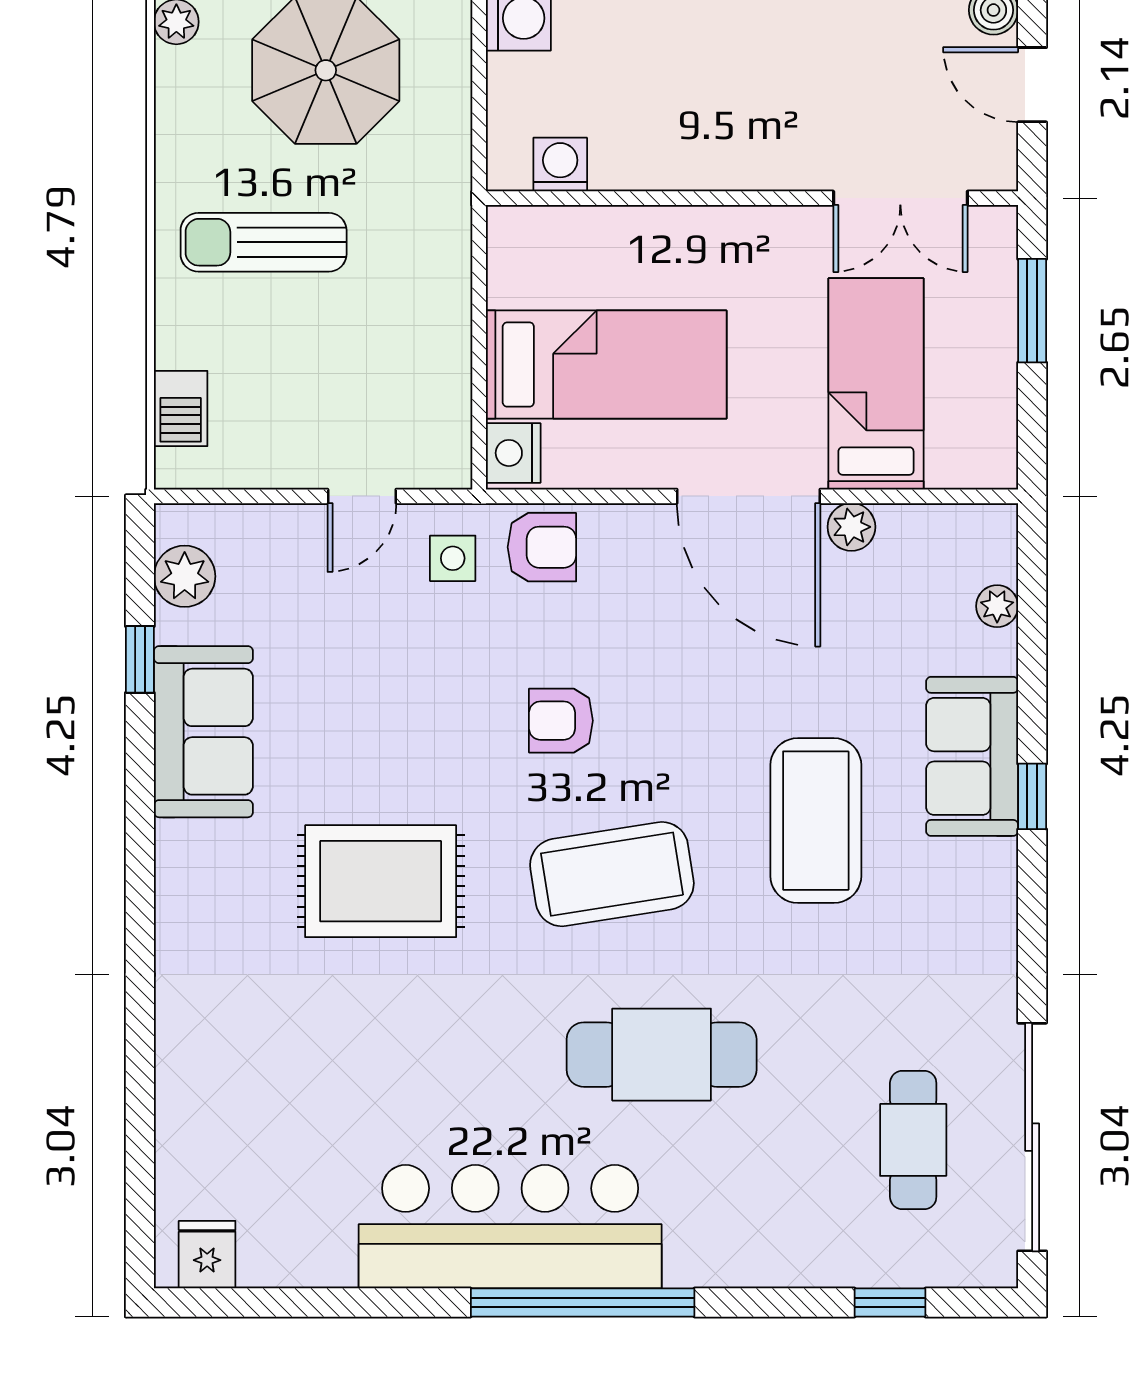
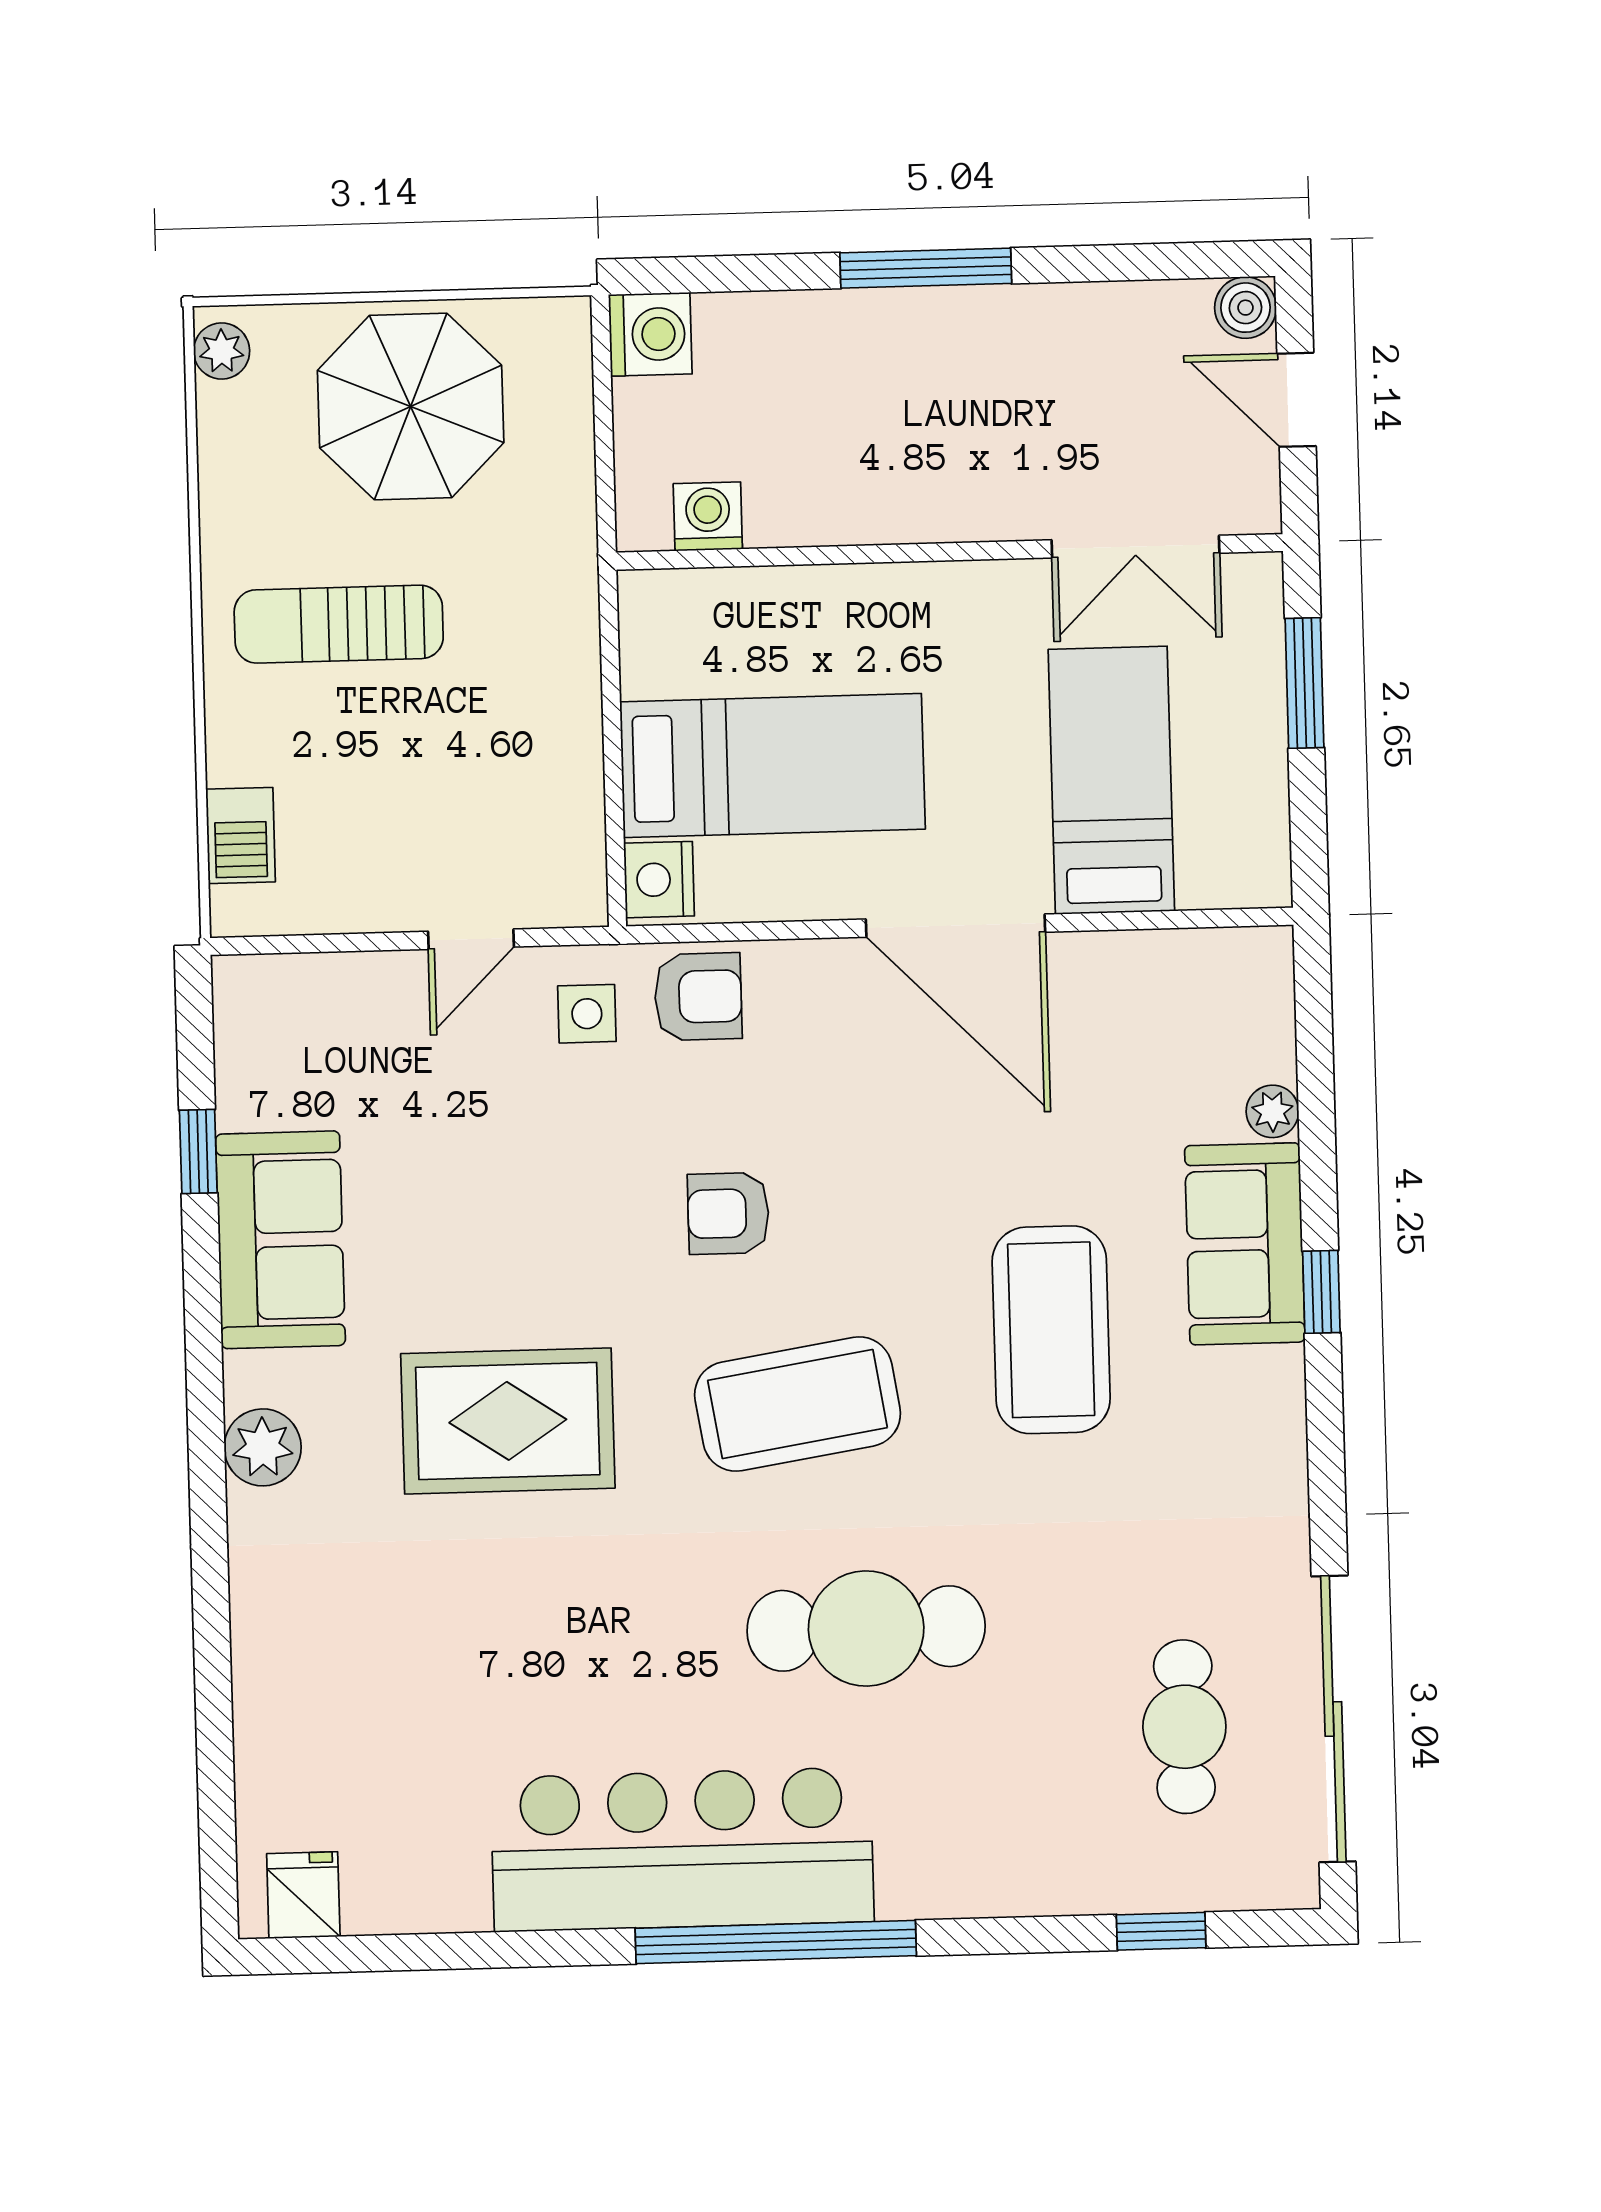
plant: (851, 527) -> (1086, 960), removed
plant: (185, 576) -> (263, 1447), moved
plant: (997, 606) -> (1272, 1111), moved

